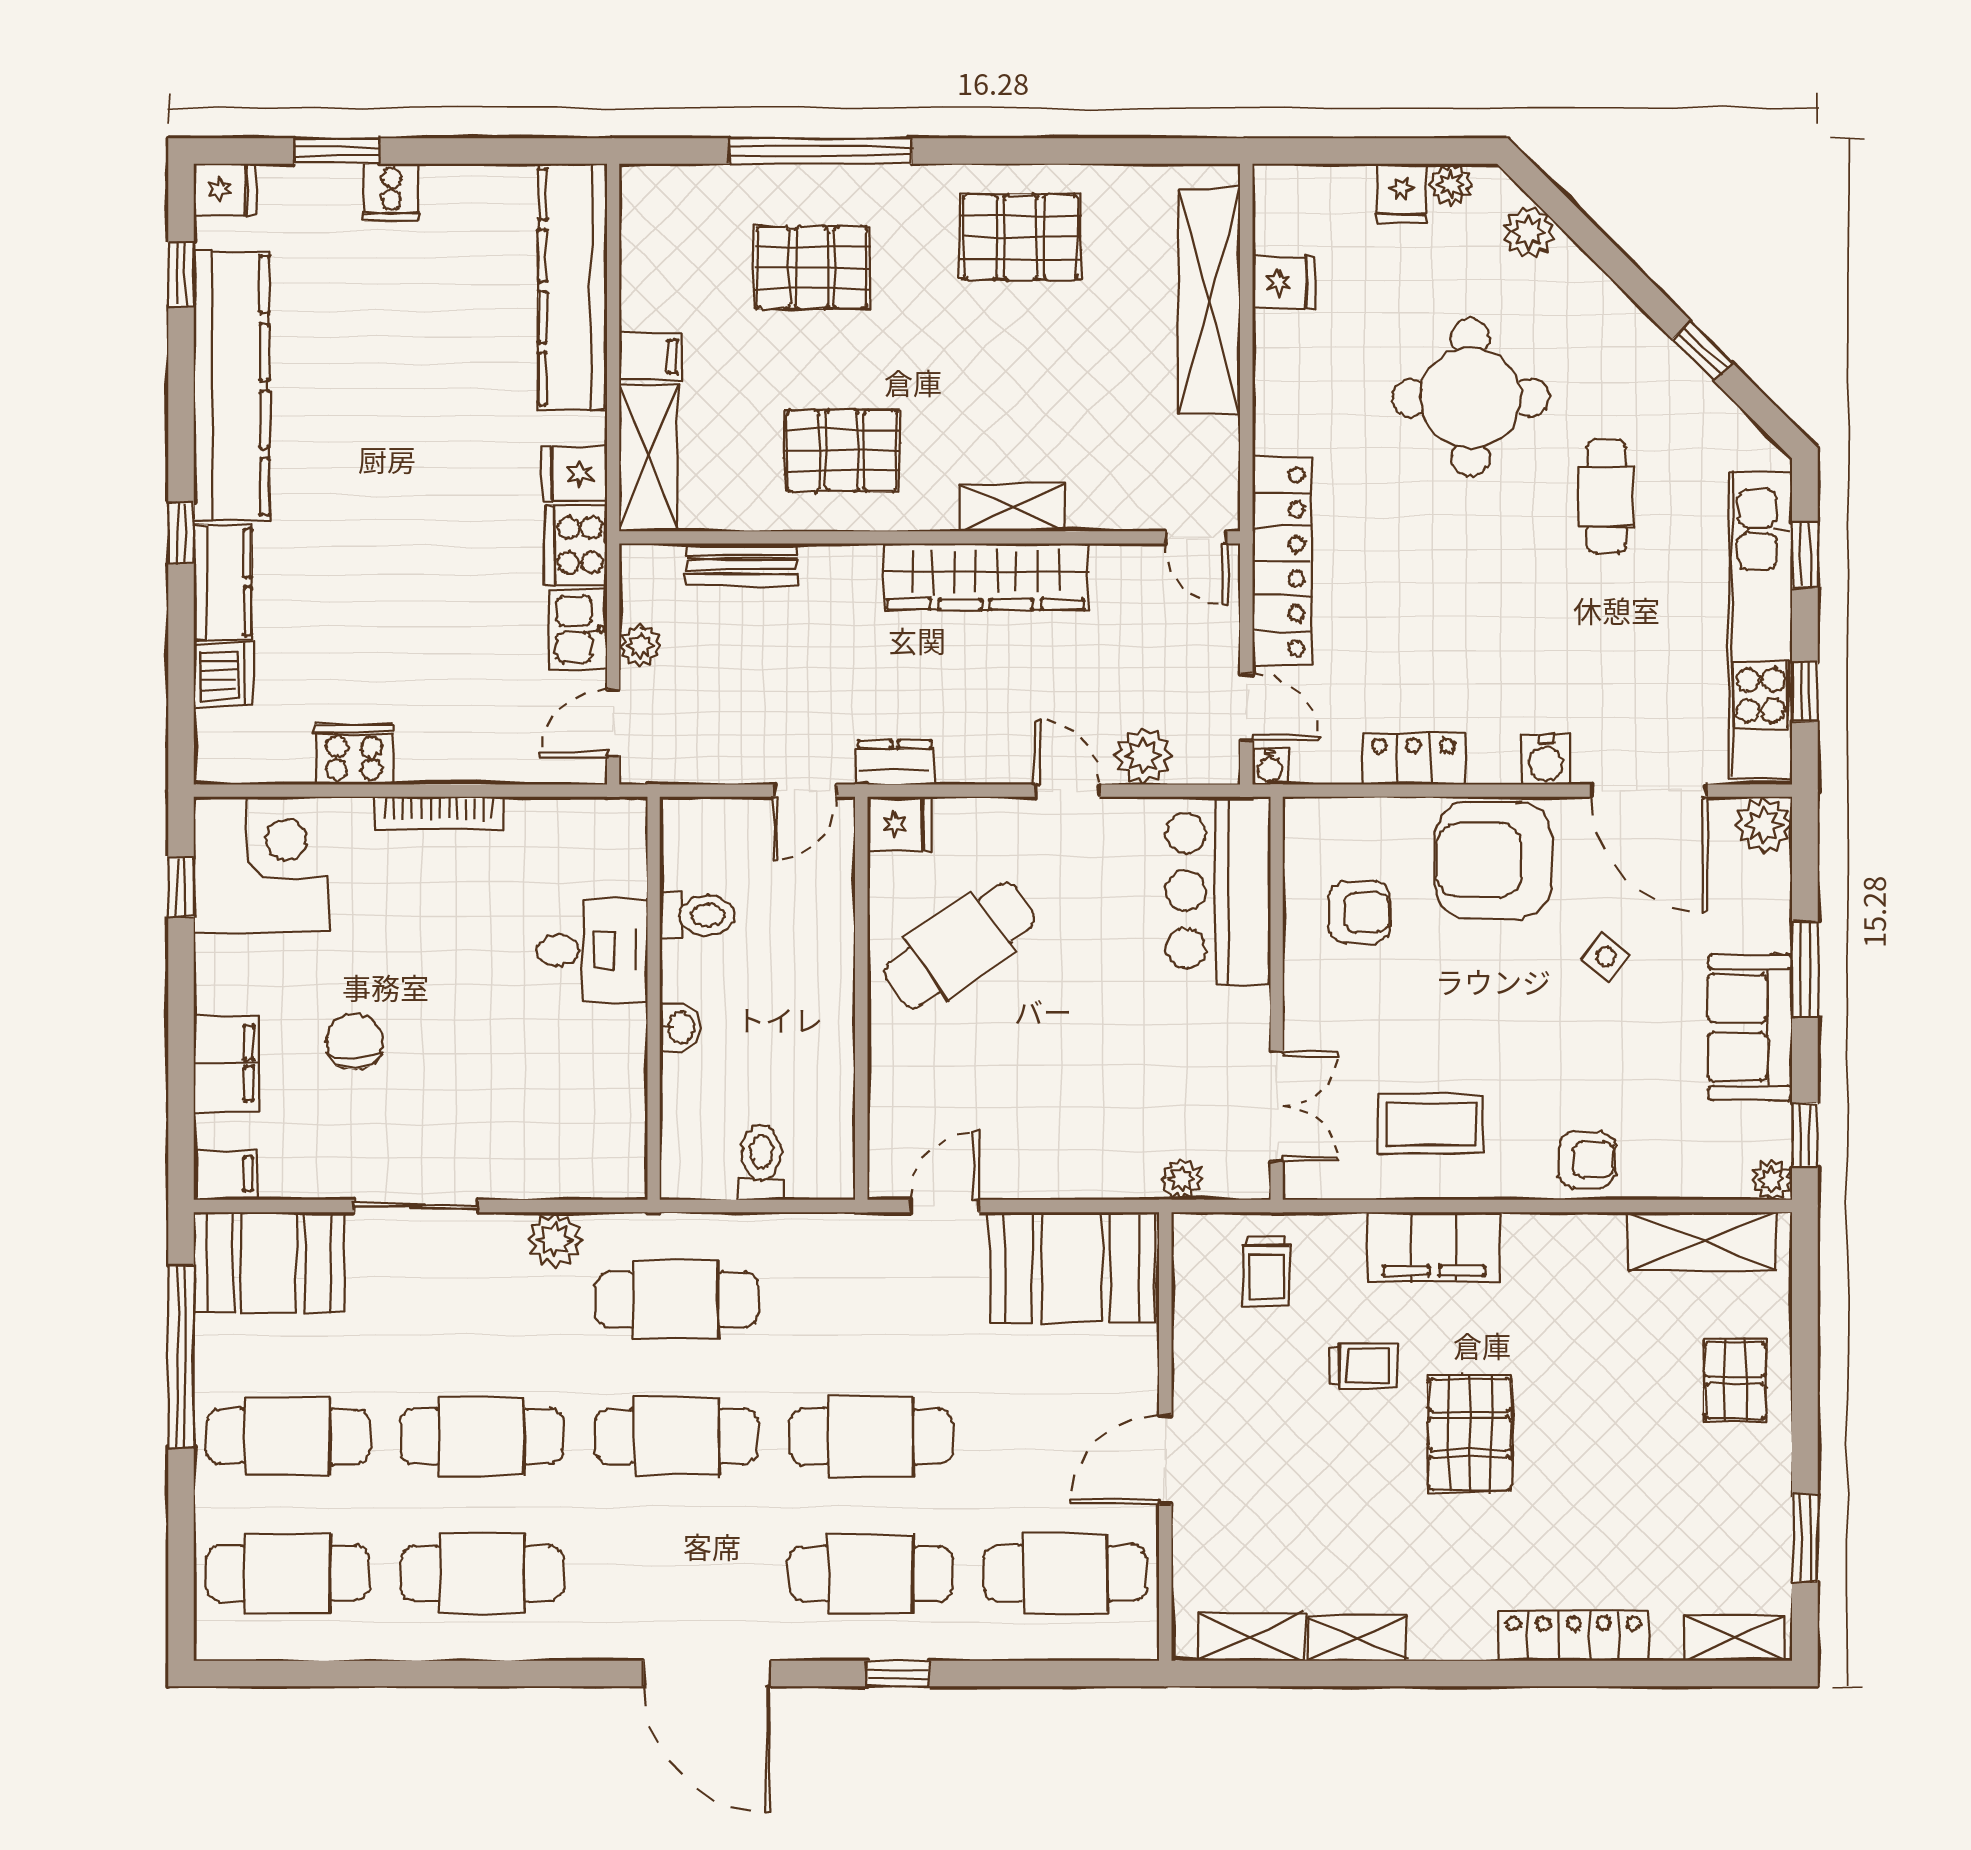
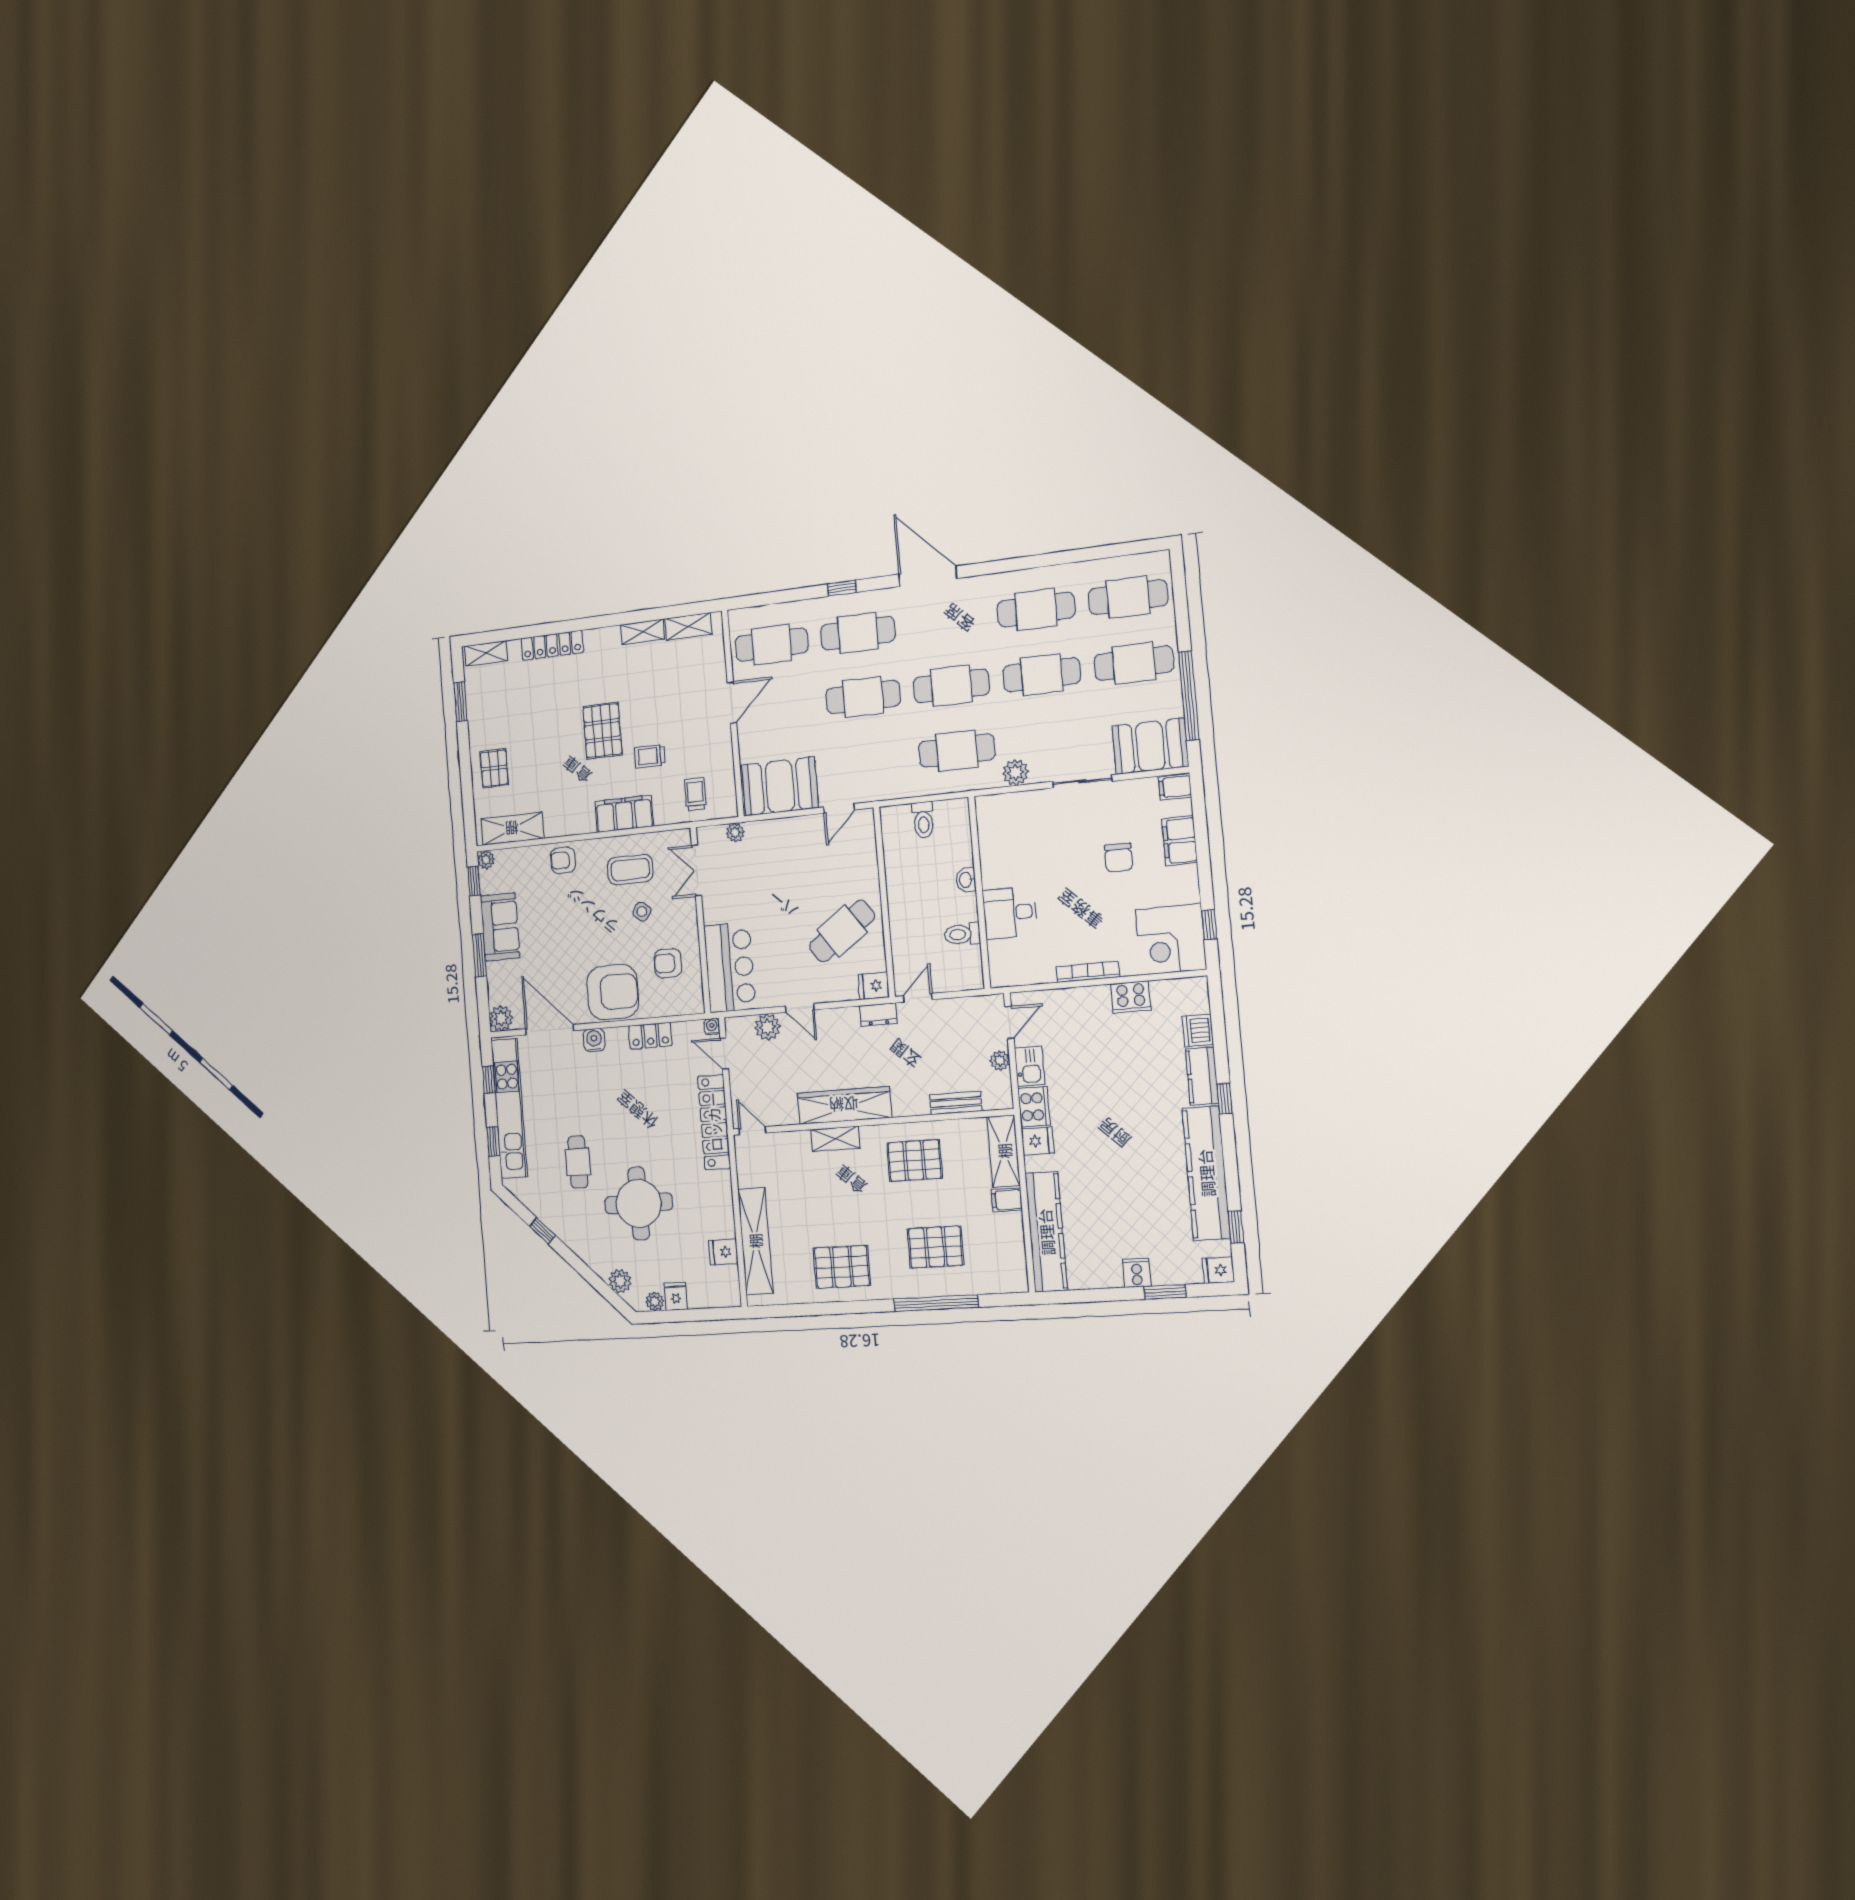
side table: (1606, 956) -> (642, 912), moved

